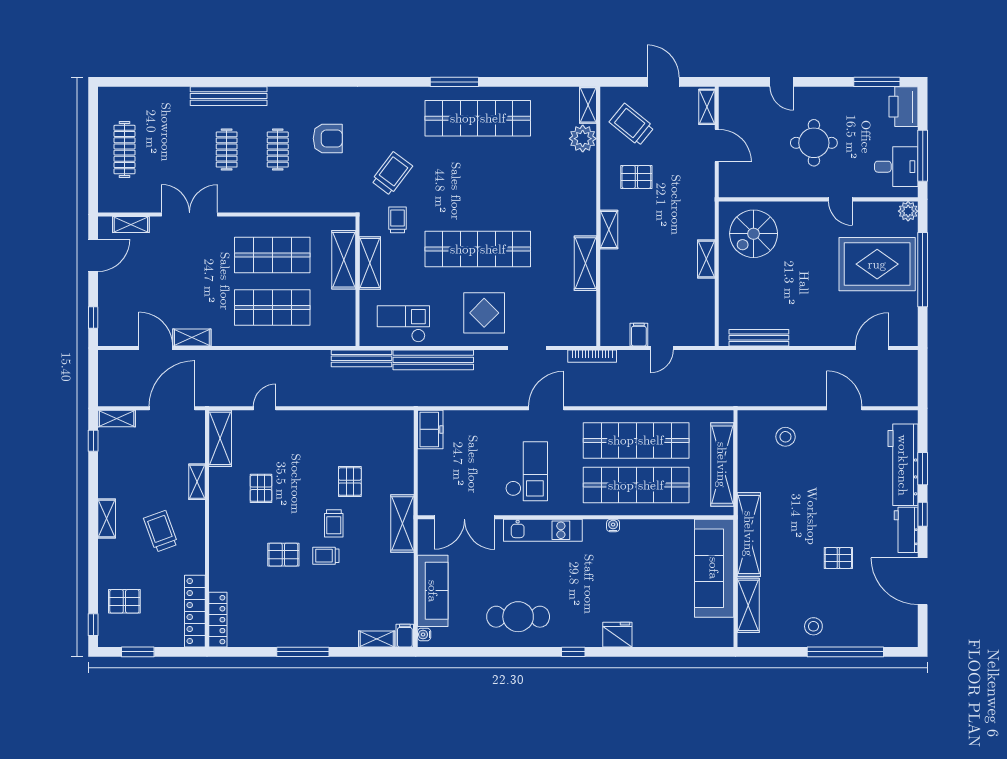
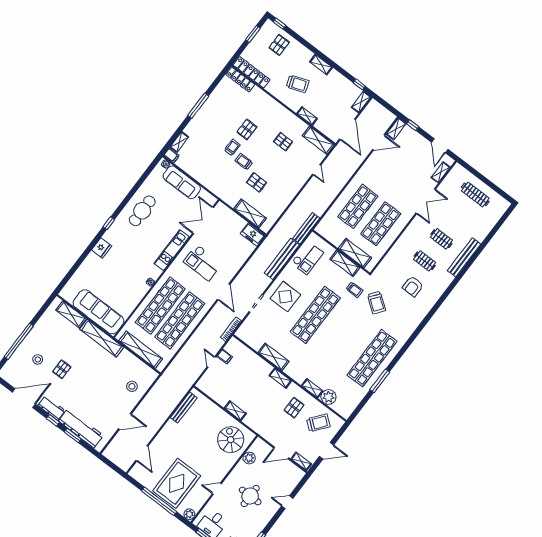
window: (454, 82) -> (380, 381), moved
shelving: (588, 105) -> (312, 388), moved
plant: (760, 187) -> (249, 458), added
shelving: (192, 338) -> (396, 129), moved
shelving: (402, 523) -> (250, 213), moved
stool: (813, 626) -> (38, 359), moved

